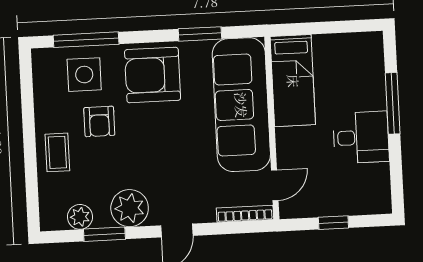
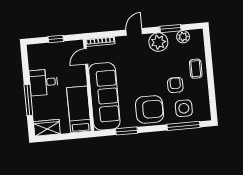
wardrobe: (358, 47) -> (47, 128), added

